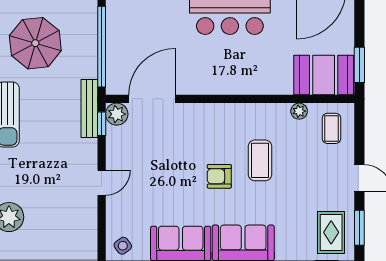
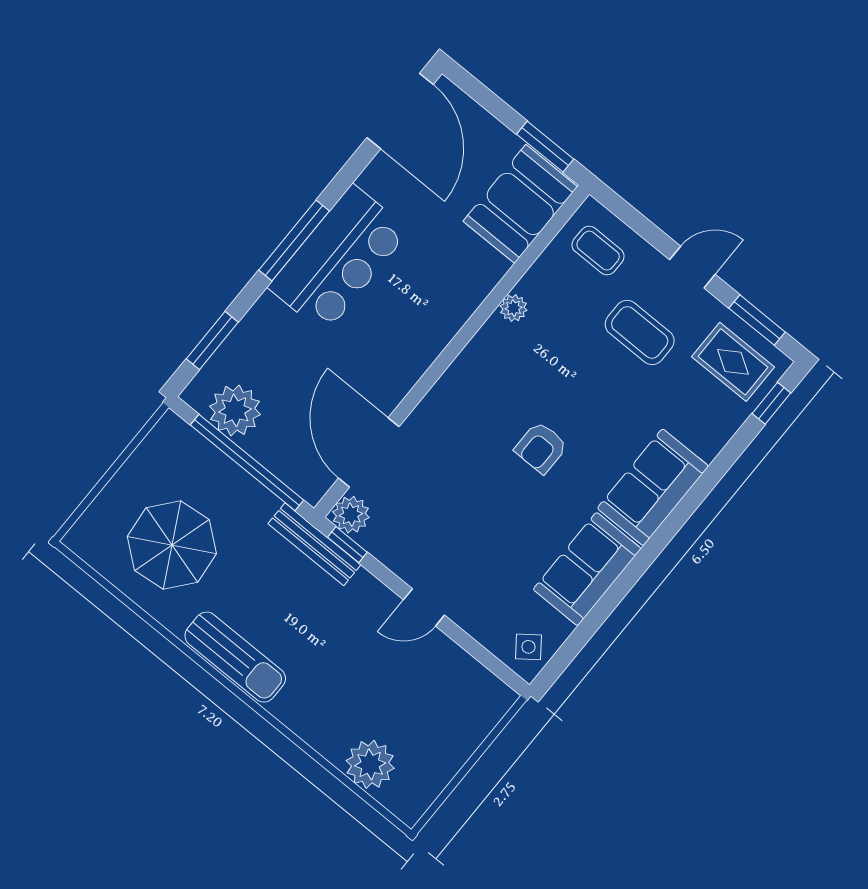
plant: (121, 21) -> (235, 410), added
plant: (299, 111) -> (514, 308), moved
coffee table: (260, 160) -> (640, 332), moved
door: (102, 183) -> (424, 607), swing flipped

